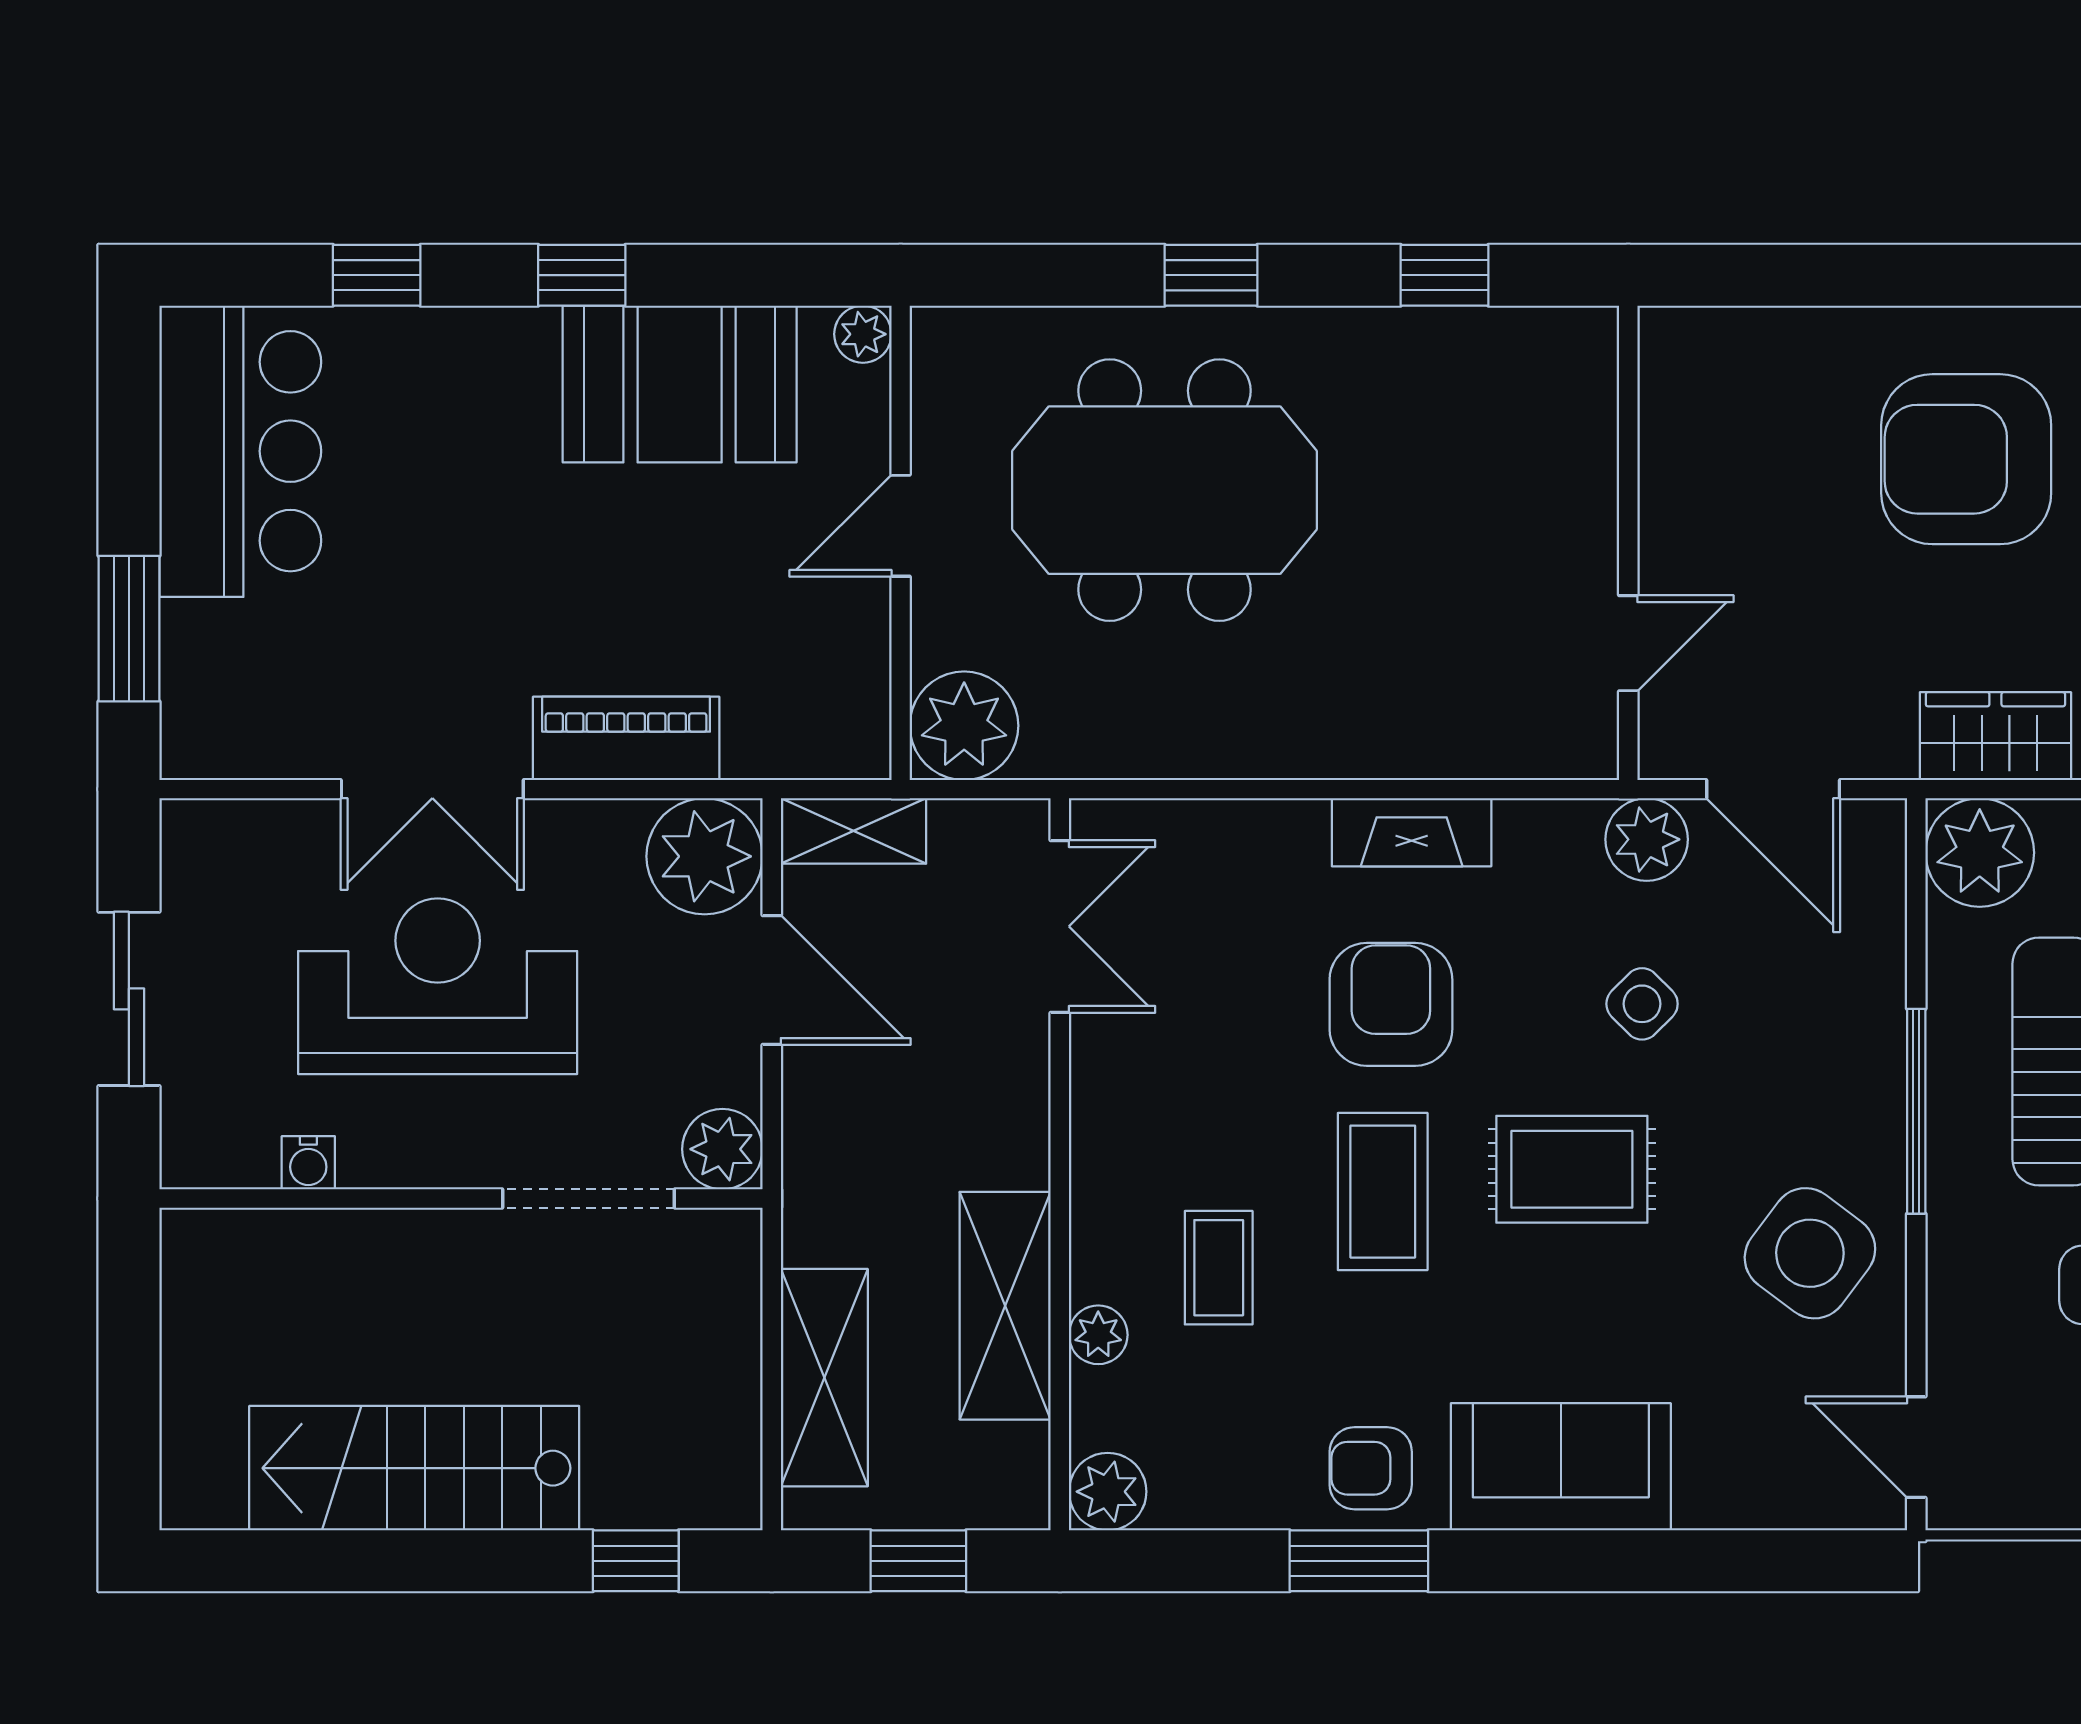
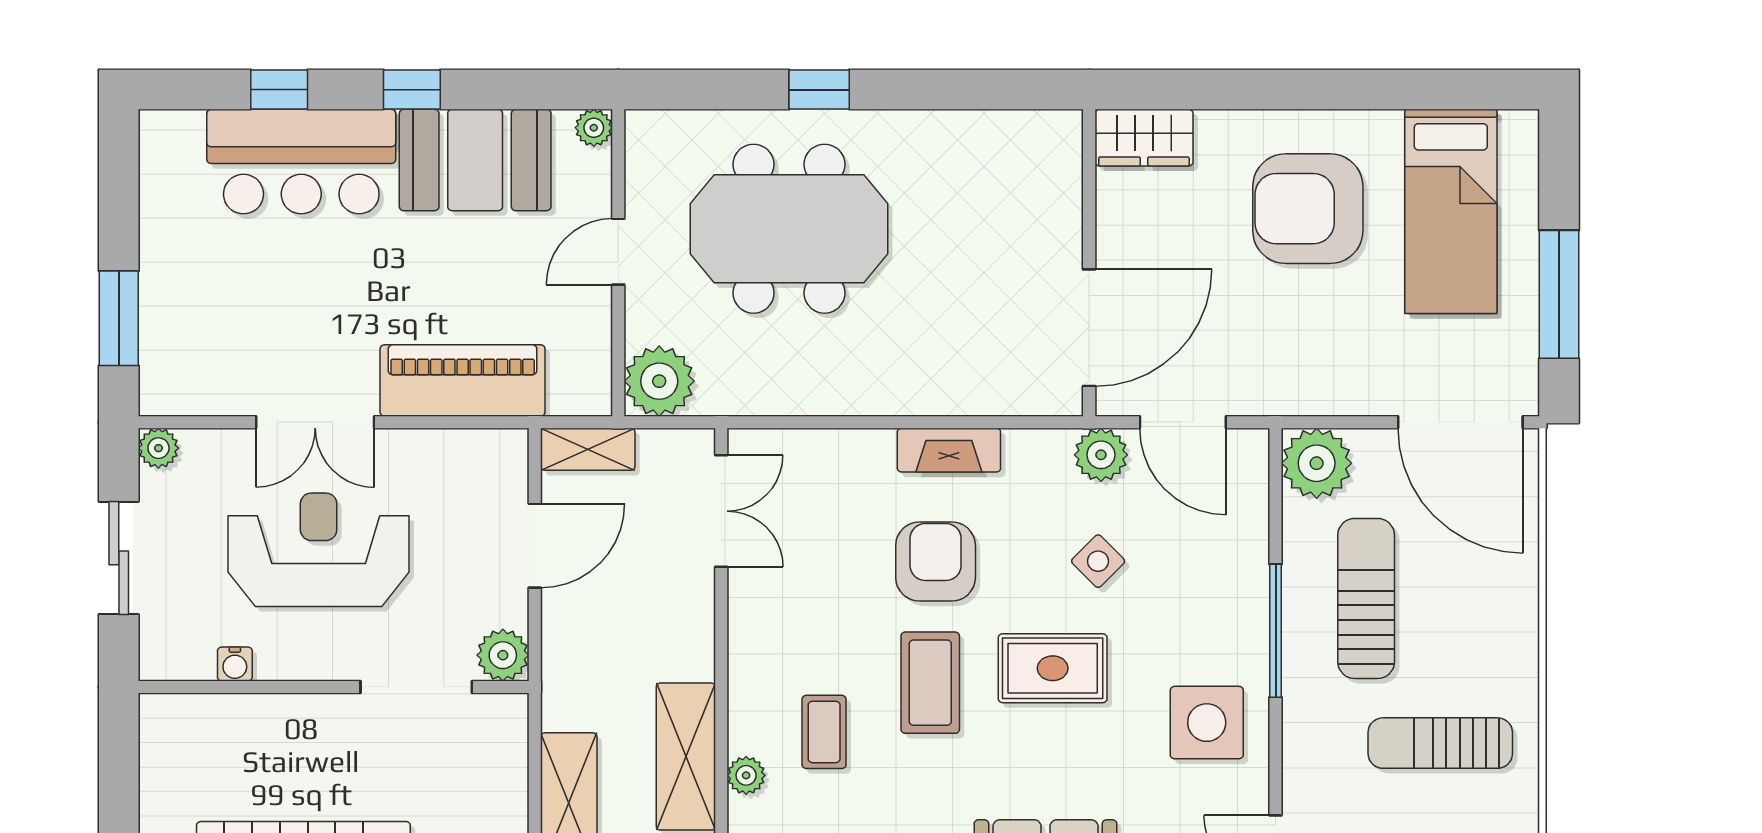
window: (1445, 275) -> (970, 90), removed
bar counter: (240, 451) -> (301, 162), moved, turned 90
door: (1628, 643) -> (1089, 328), width x1.88
wardrobe: (1995, 736) -> (1144, 138), moved, turned 180
piano: (626, 738) -> (463, 381), width x1.37, depth x1.33
plant: (705, 856) -> (158, 448), moved, width x0.53, depth x0.53
door: (772, 980) -> (535, 546), hinge flipped
side table: (1810, 1253) -> (1207, 723), turned -37

